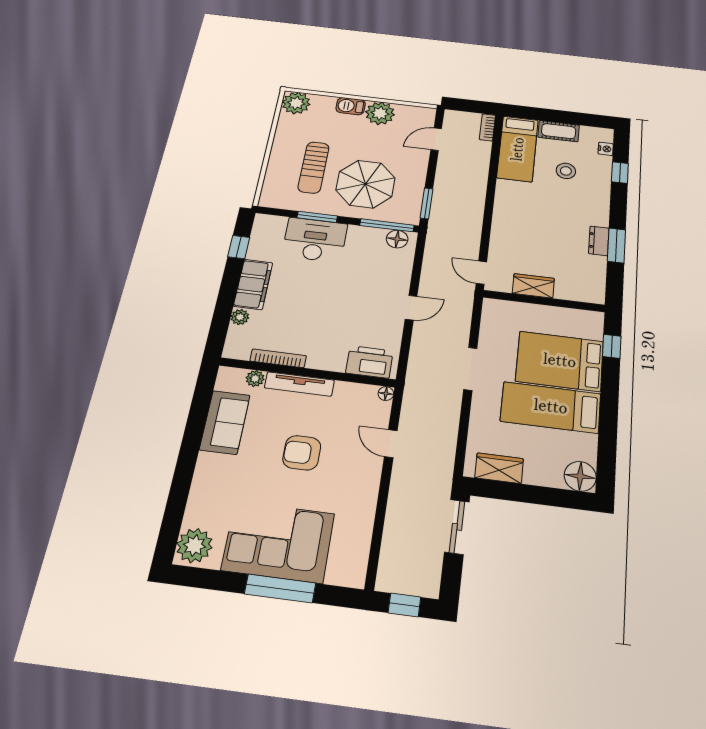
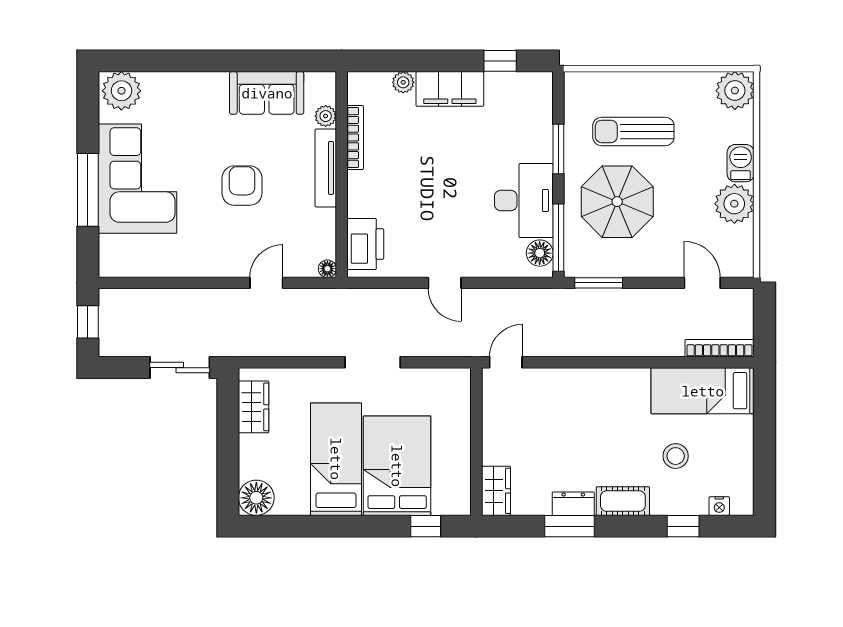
bookcase: (487, 127) -> (719, 348), width x1.56
cot: (559, 131) -> (623, 501), moved, turned 90
desk: (315, 240) -> (524, 201), moved
wardrobe: (533, 286) -> (496, 491), moved

